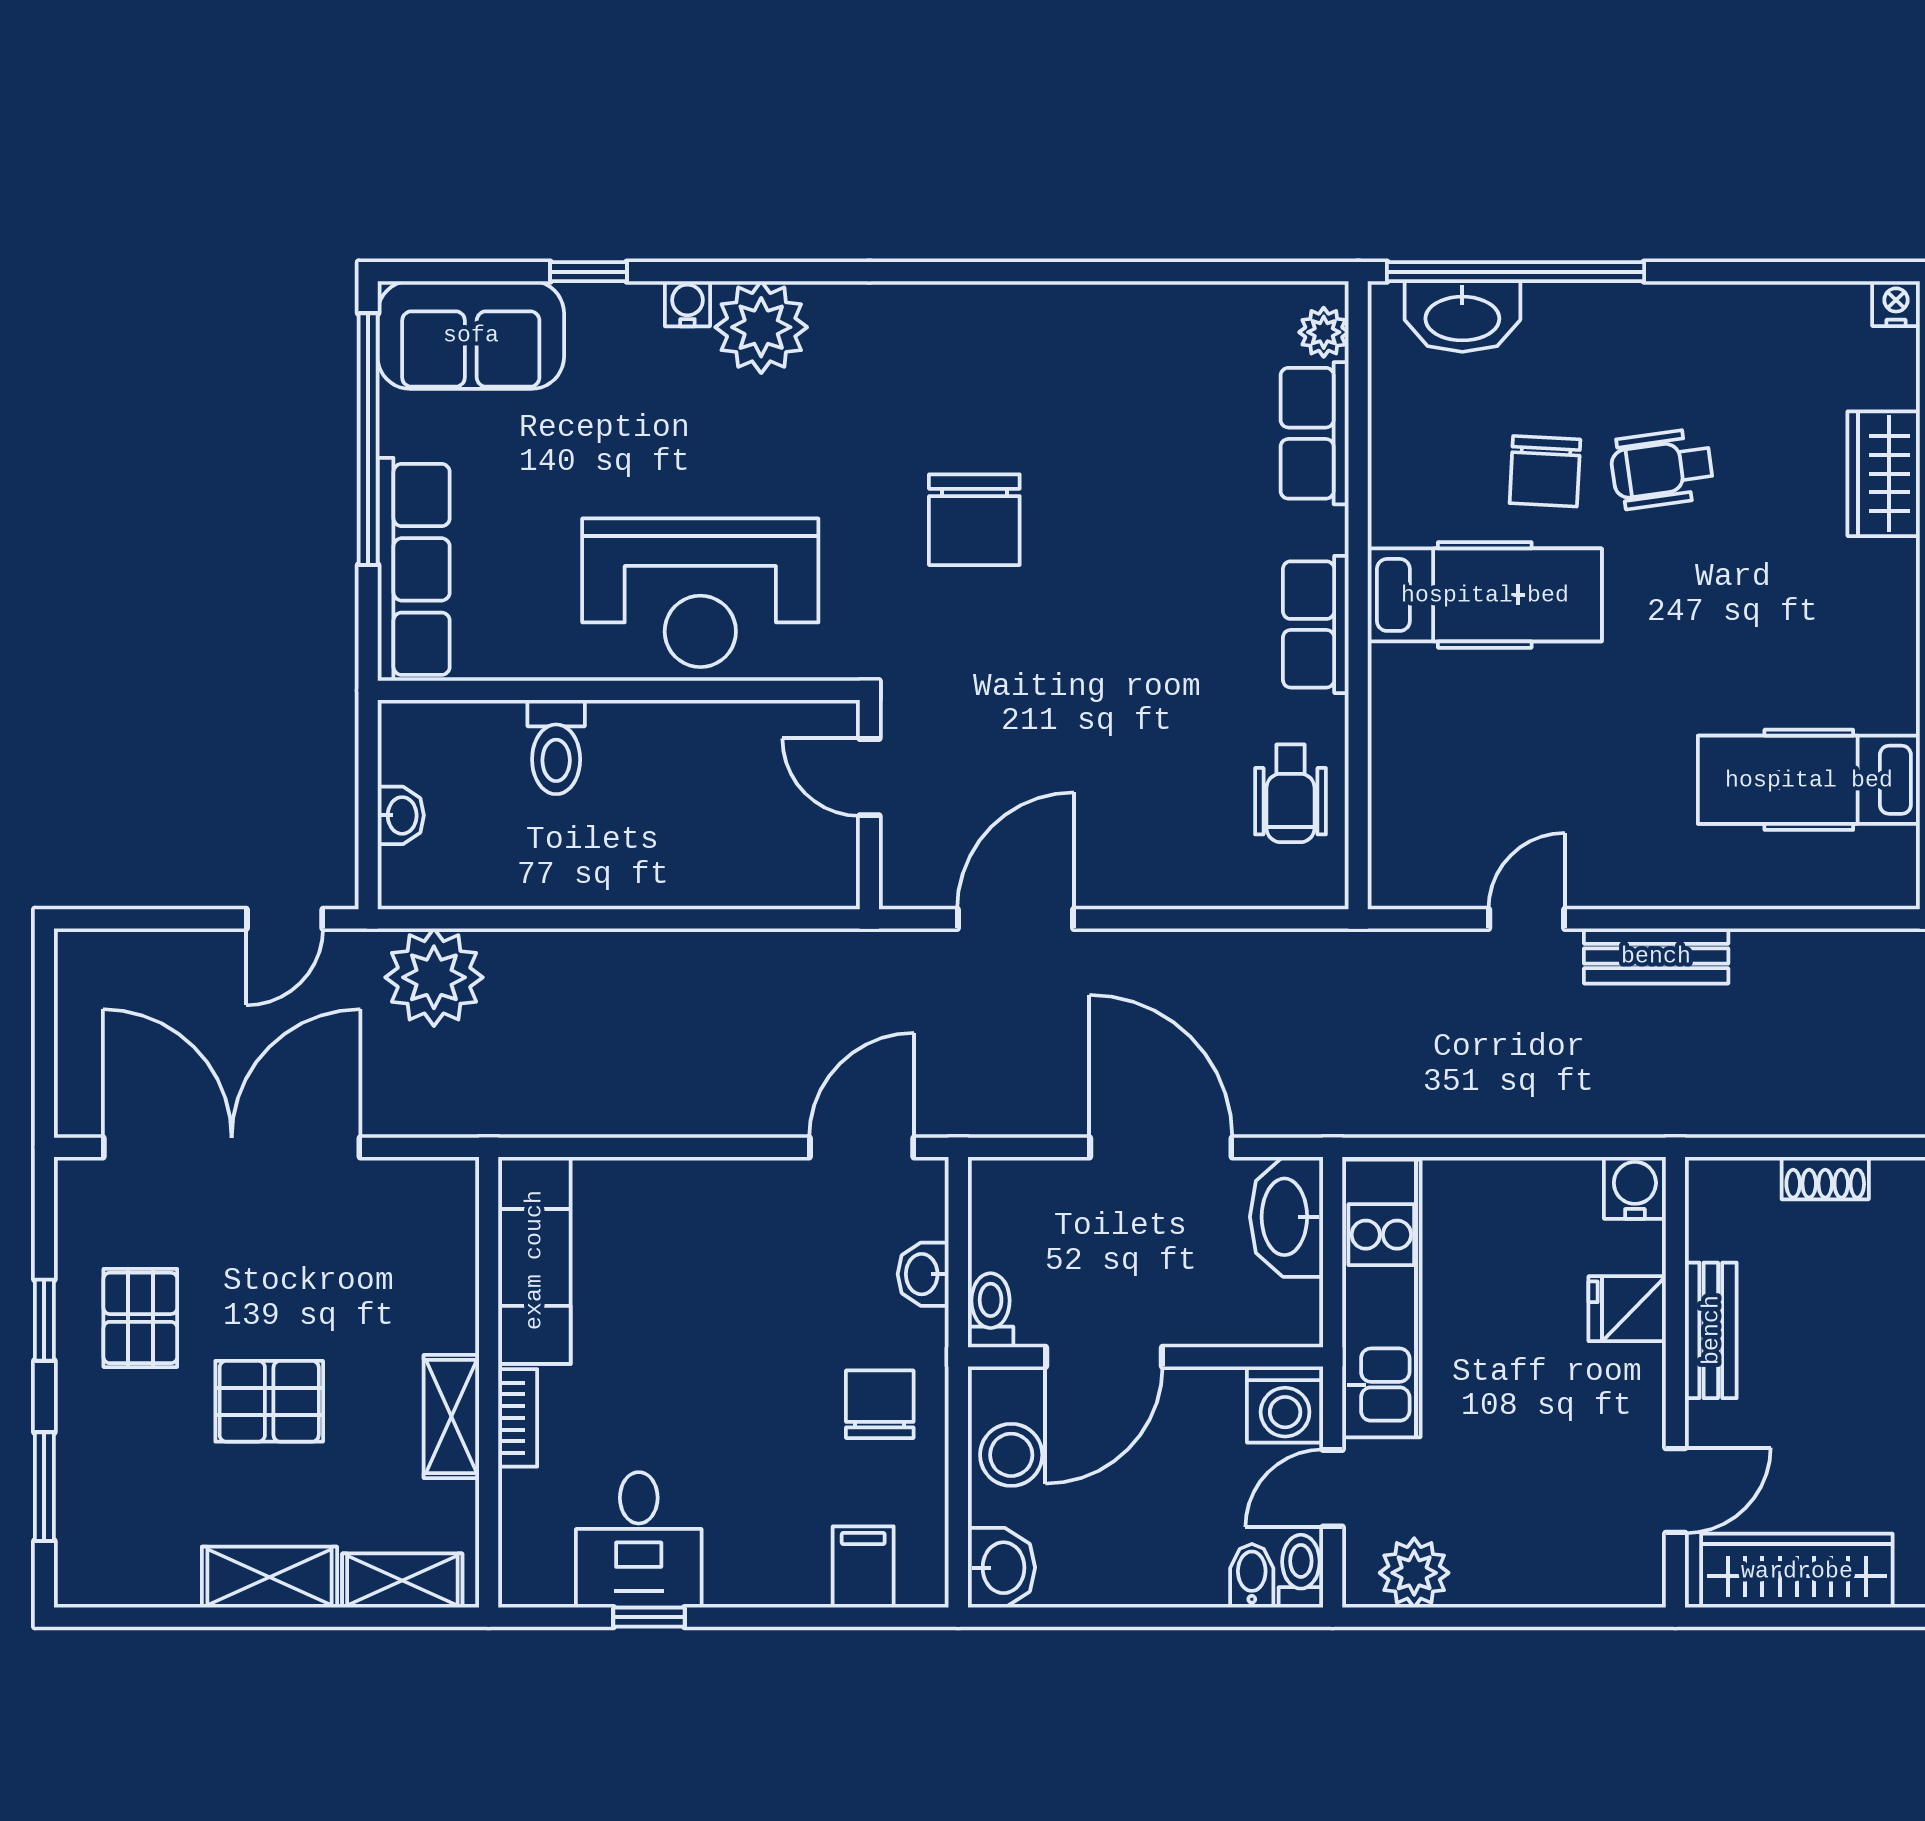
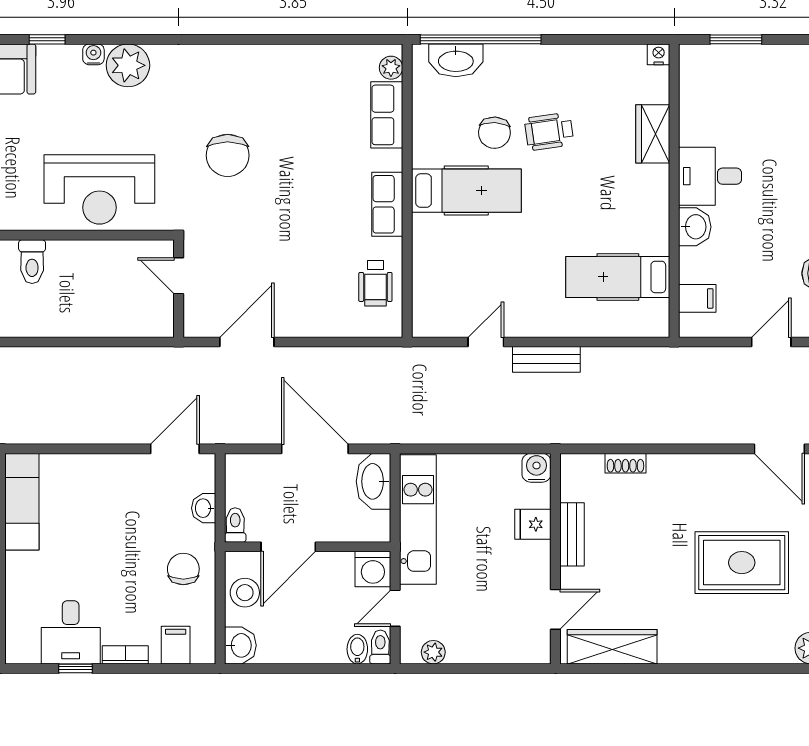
bookcase: (518, 1418) -> (125, 655), moved, turned -90
plant: (1414, 1573) -> (433, 652), width x0.73, depth x0.73

